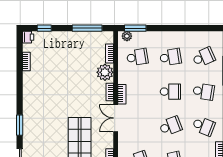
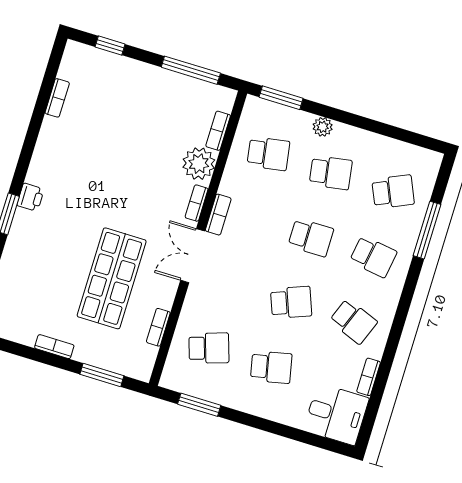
plant: (127, 36) -> (323, 127), moved
printer: (28, 37) -> (30, 197), moved

